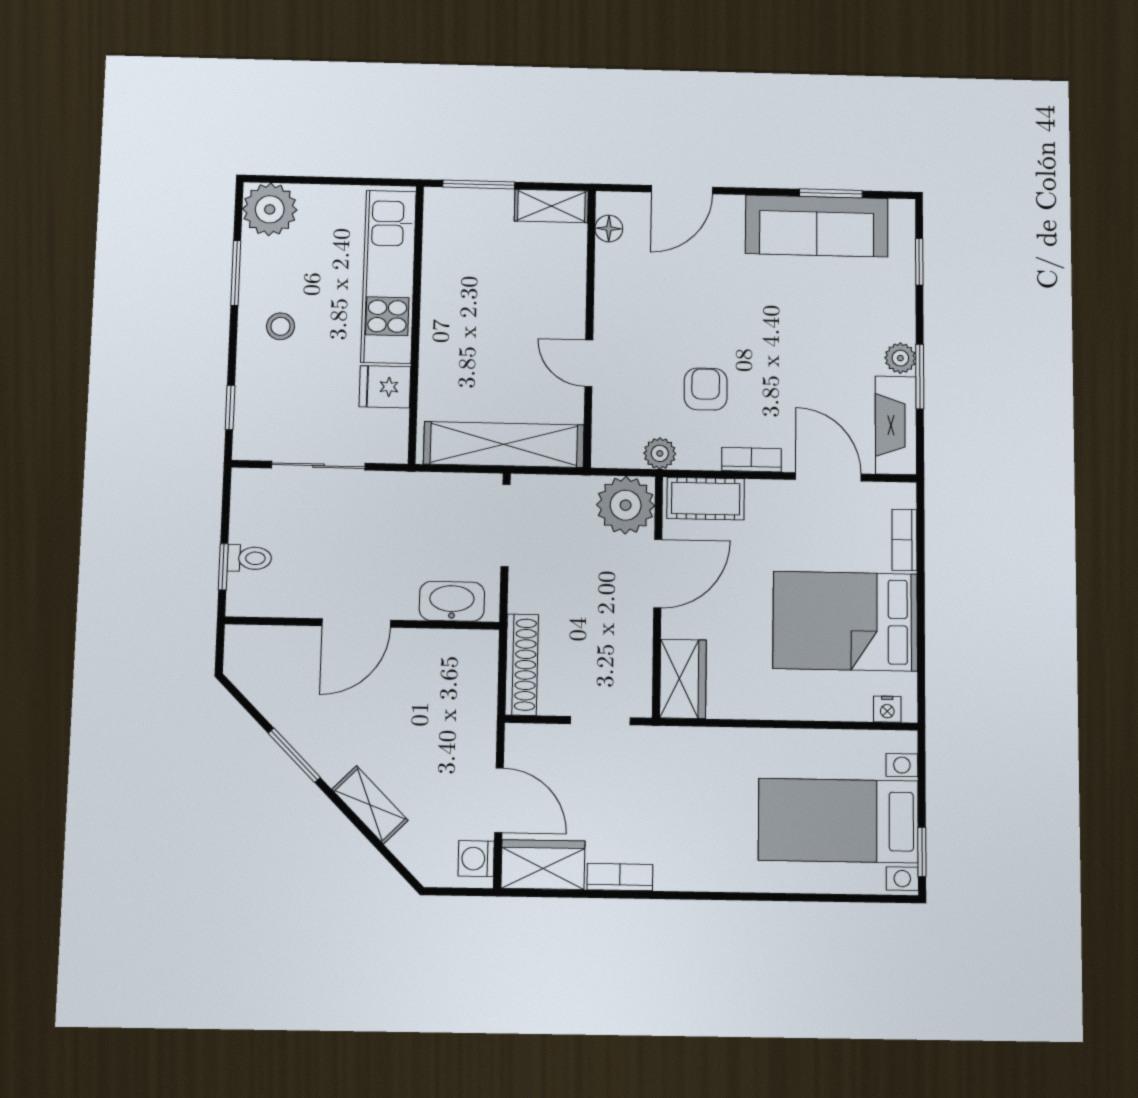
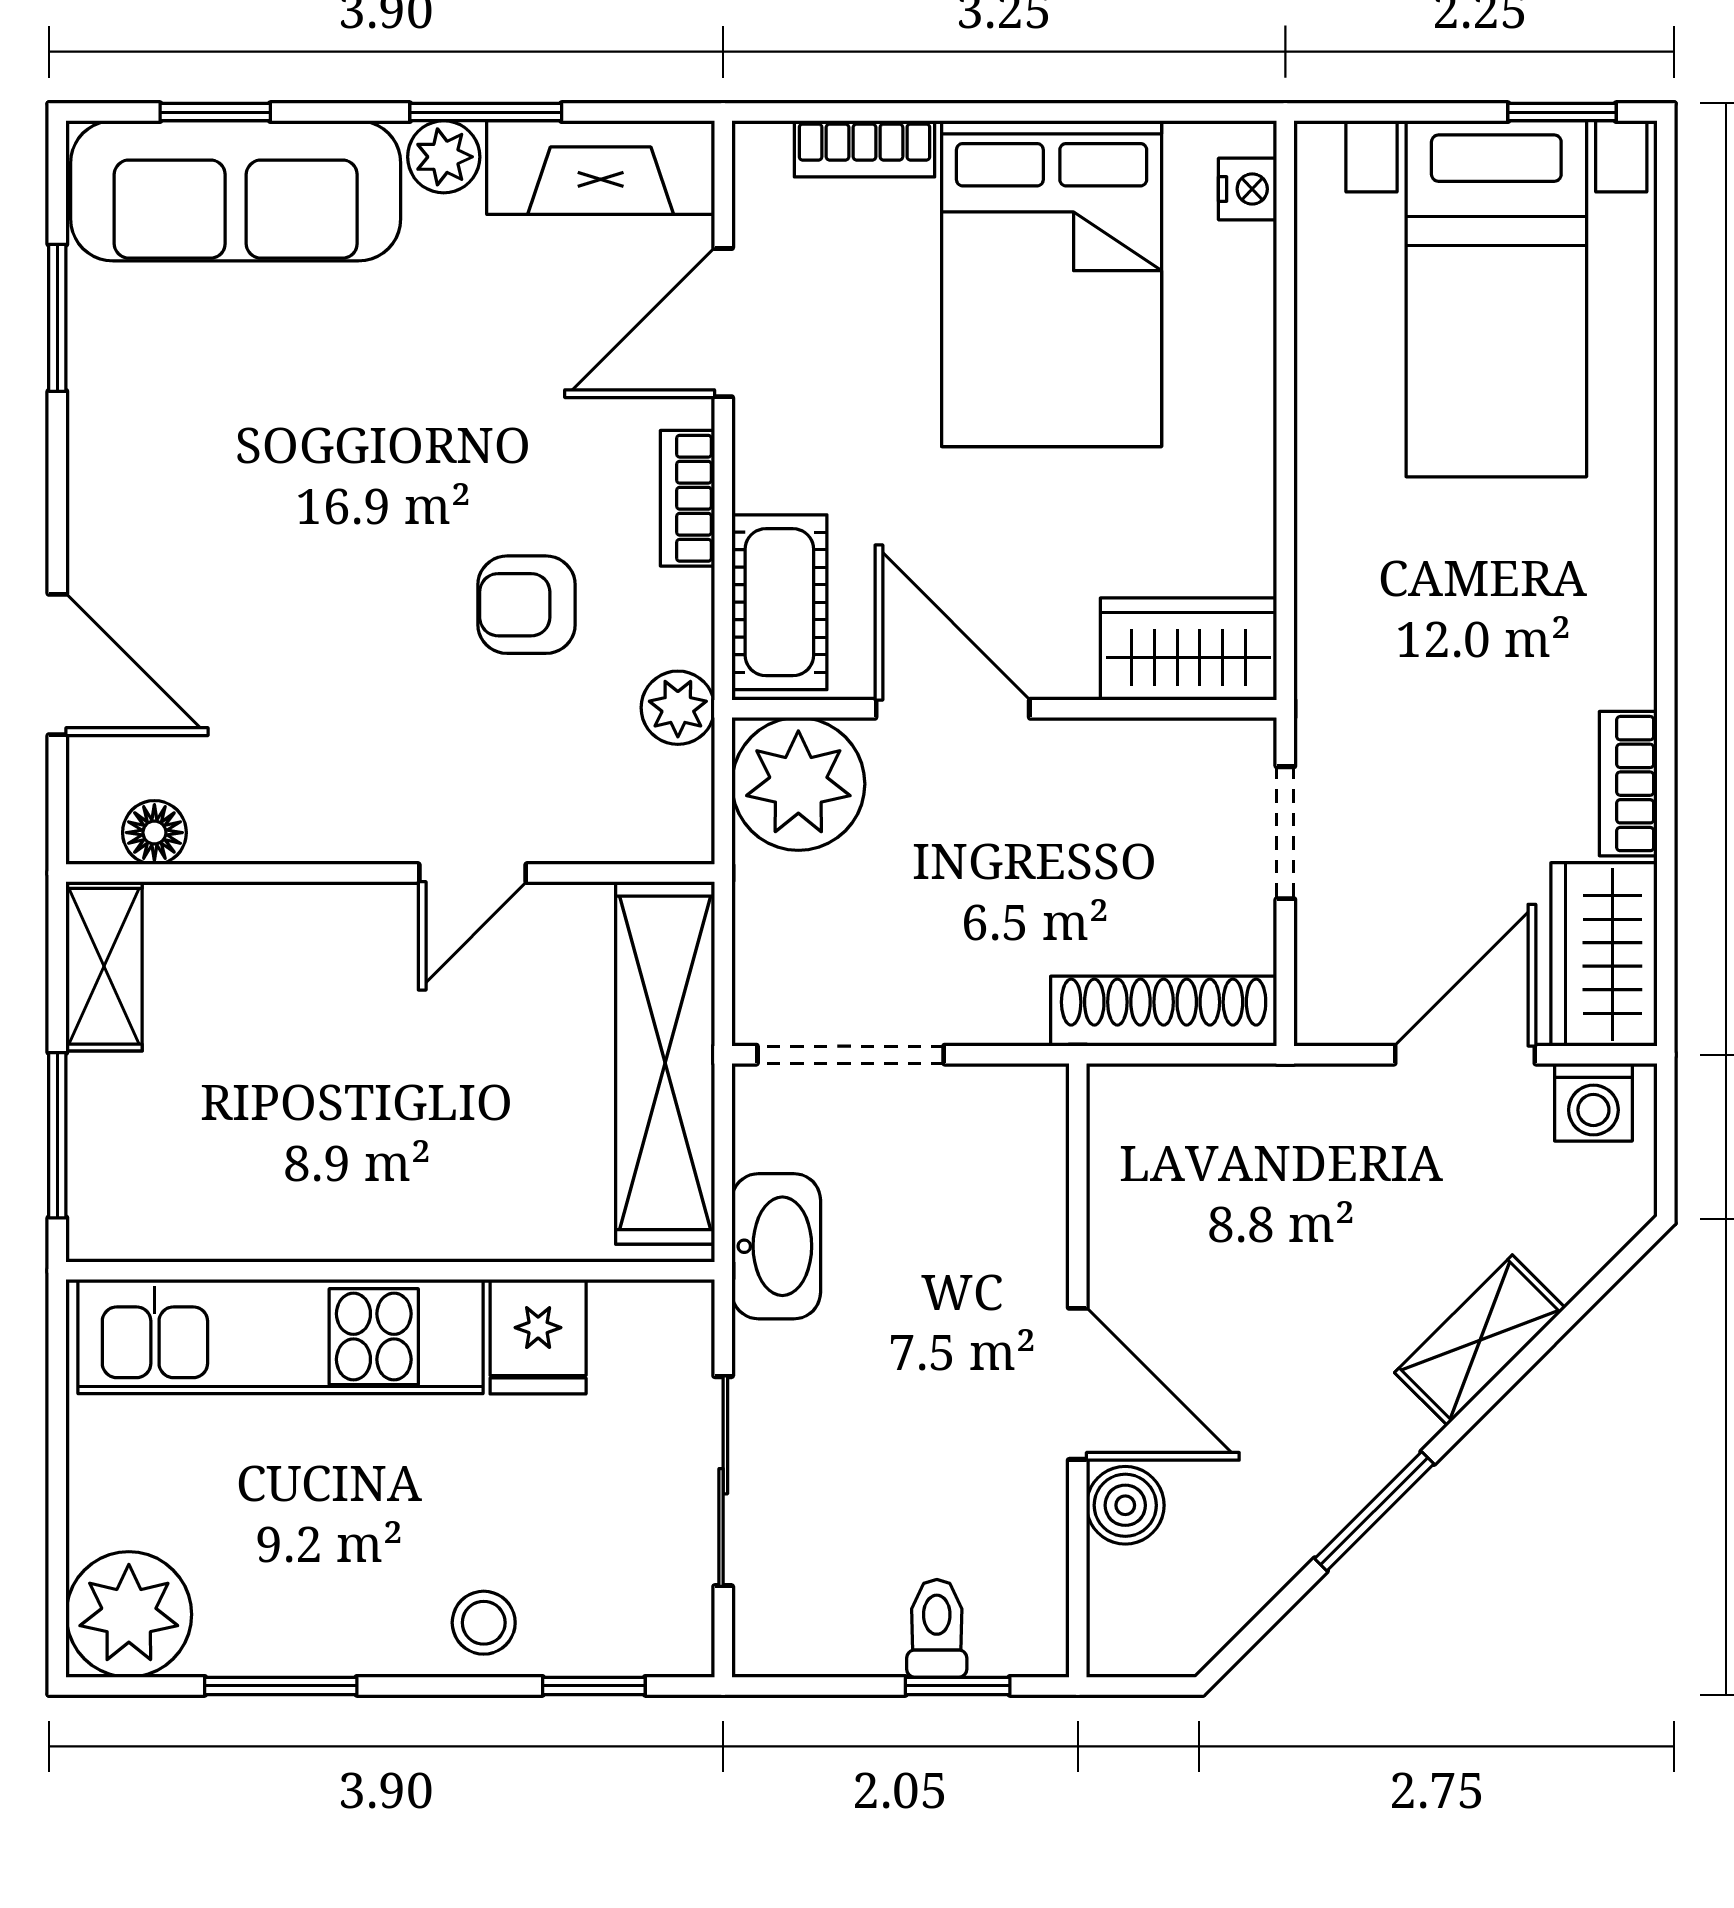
sofa: (817, 226) -> (236, 191), moved, turned 90
stool: (281, 326) -> (484, 1623), moved
washbasin: (452, 601) -> (776, 1246), moved, turned 180
boiler: (301, 643) -> (1125, 1505), added

